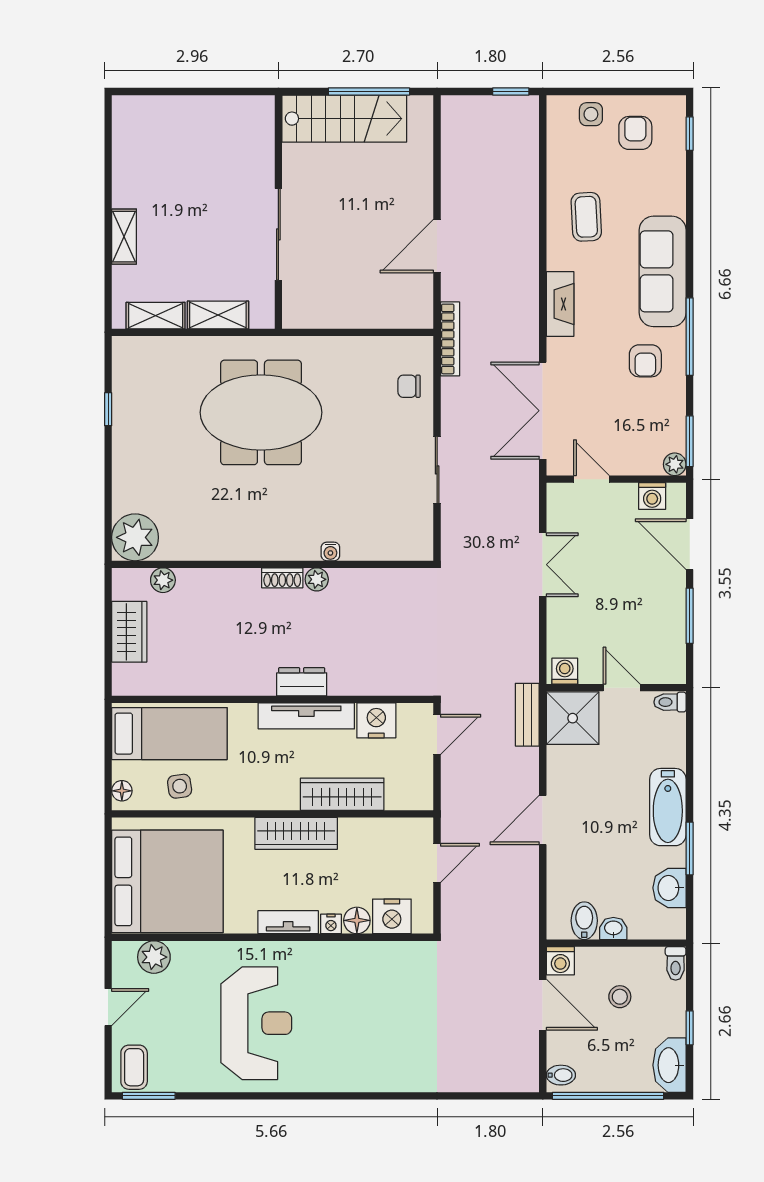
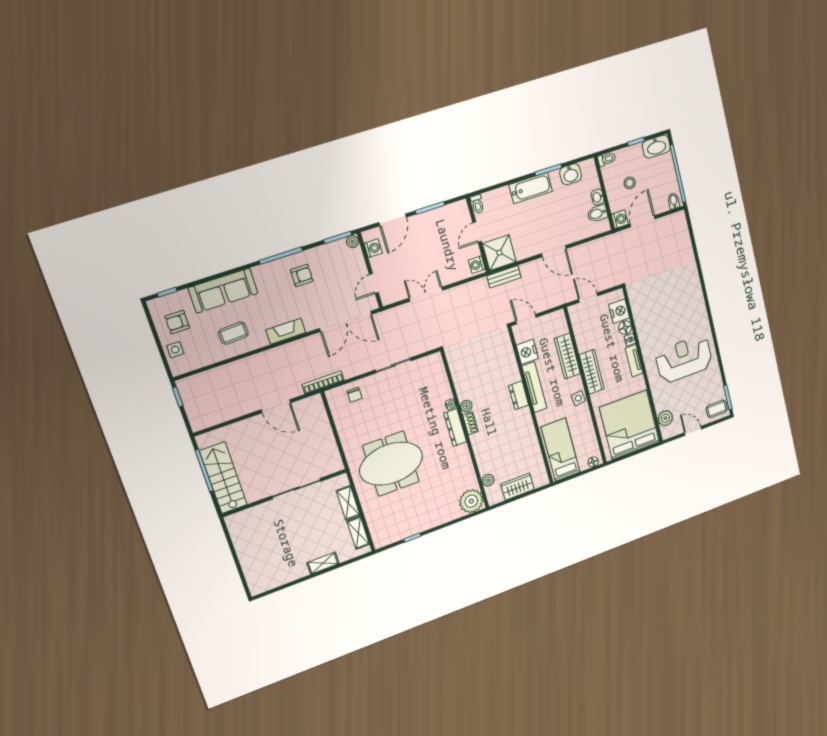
sofa: (663, 271) -> (223, 291), moved
meeting table: (261, 412) -> (391, 464), turned 90
dresser: (285, 547) -> (455, 427), added
side table: (180, 786) -> (578, 398), moved

